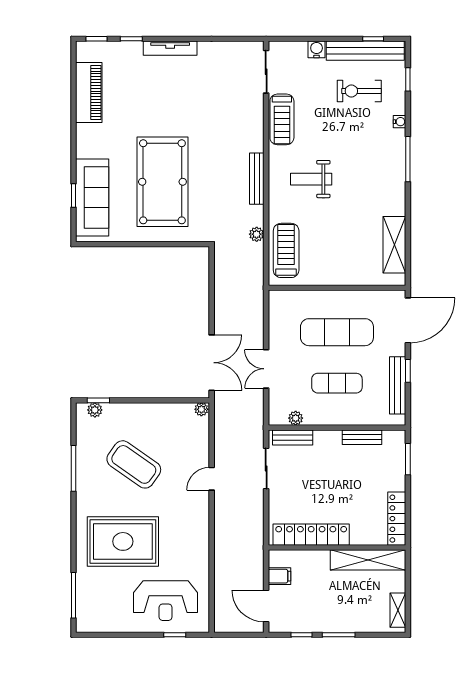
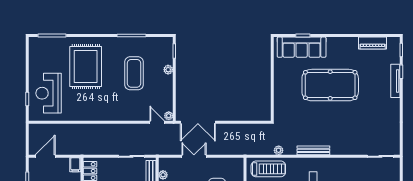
tv unit: (170, 48) -> (395, 81), moved
piano: (89, 92) -> (373, 43), width x0.73, depth x0.75
treadmill: (282, 119) -> (351, 166), removed
pool table: (162, 182) -> (330, 85), moved
plant: (95, 410) -> (168, 70), moved
coffee table: (134, 464) -> (134, 73), turned -35
door: (212, 479) -> (157, 122), moved
filing cabinet: (280, 576) -> (75, 165), moved

